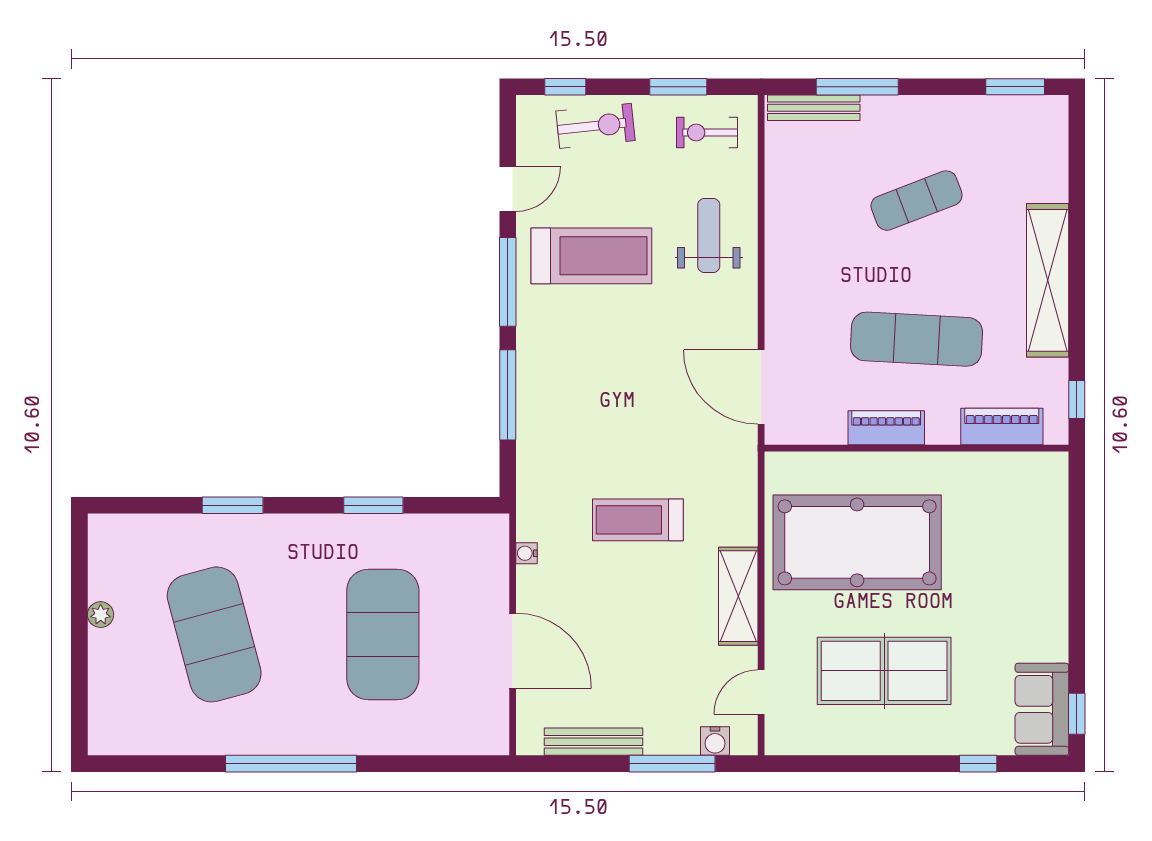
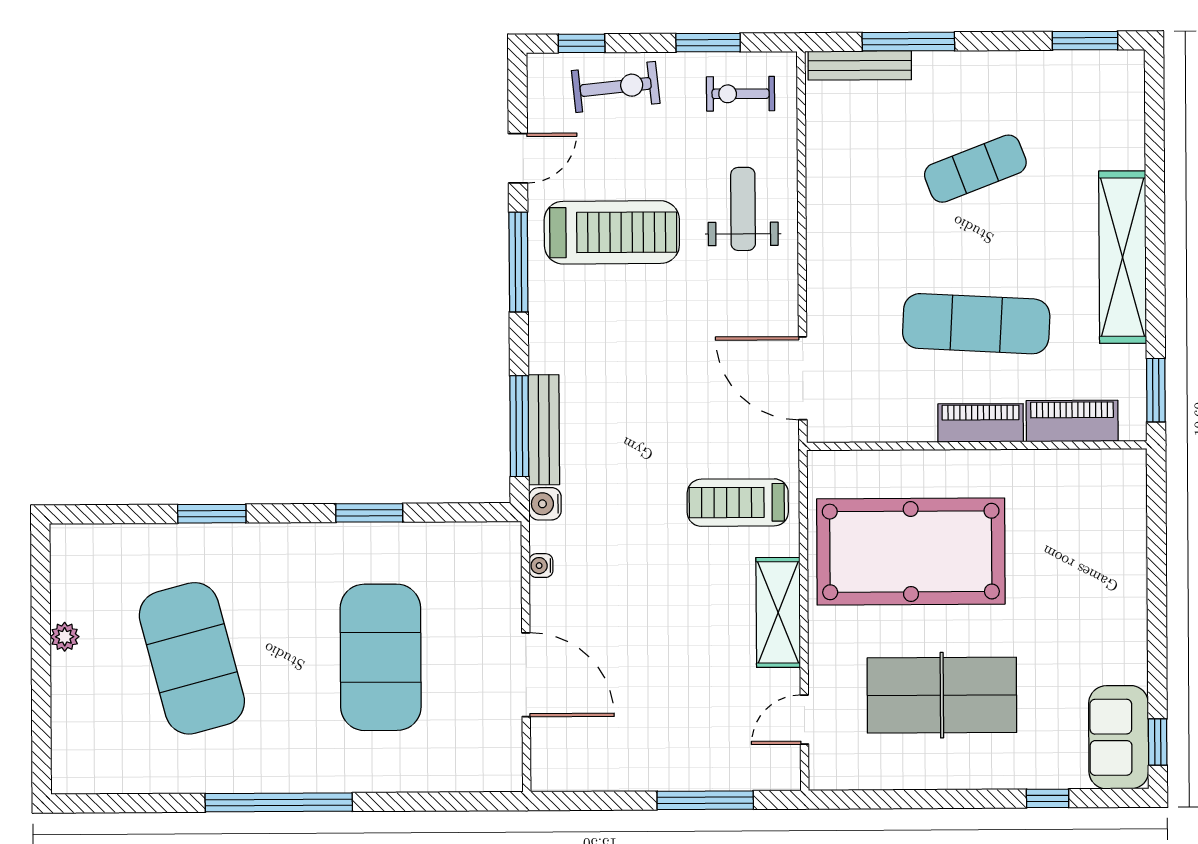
window: (508, 395) -> (519, 426), moved
window: (1077, 399) -> (1156, 390), width x1.50
piano: (886, 428) -> (981, 423), moved
treadmill: (638, 520) -> (738, 503), moved
water cooler: (715, 741) -> (545, 504), moved, turned 90
bench: (593, 742) -> (544, 430), moved, turned 90

